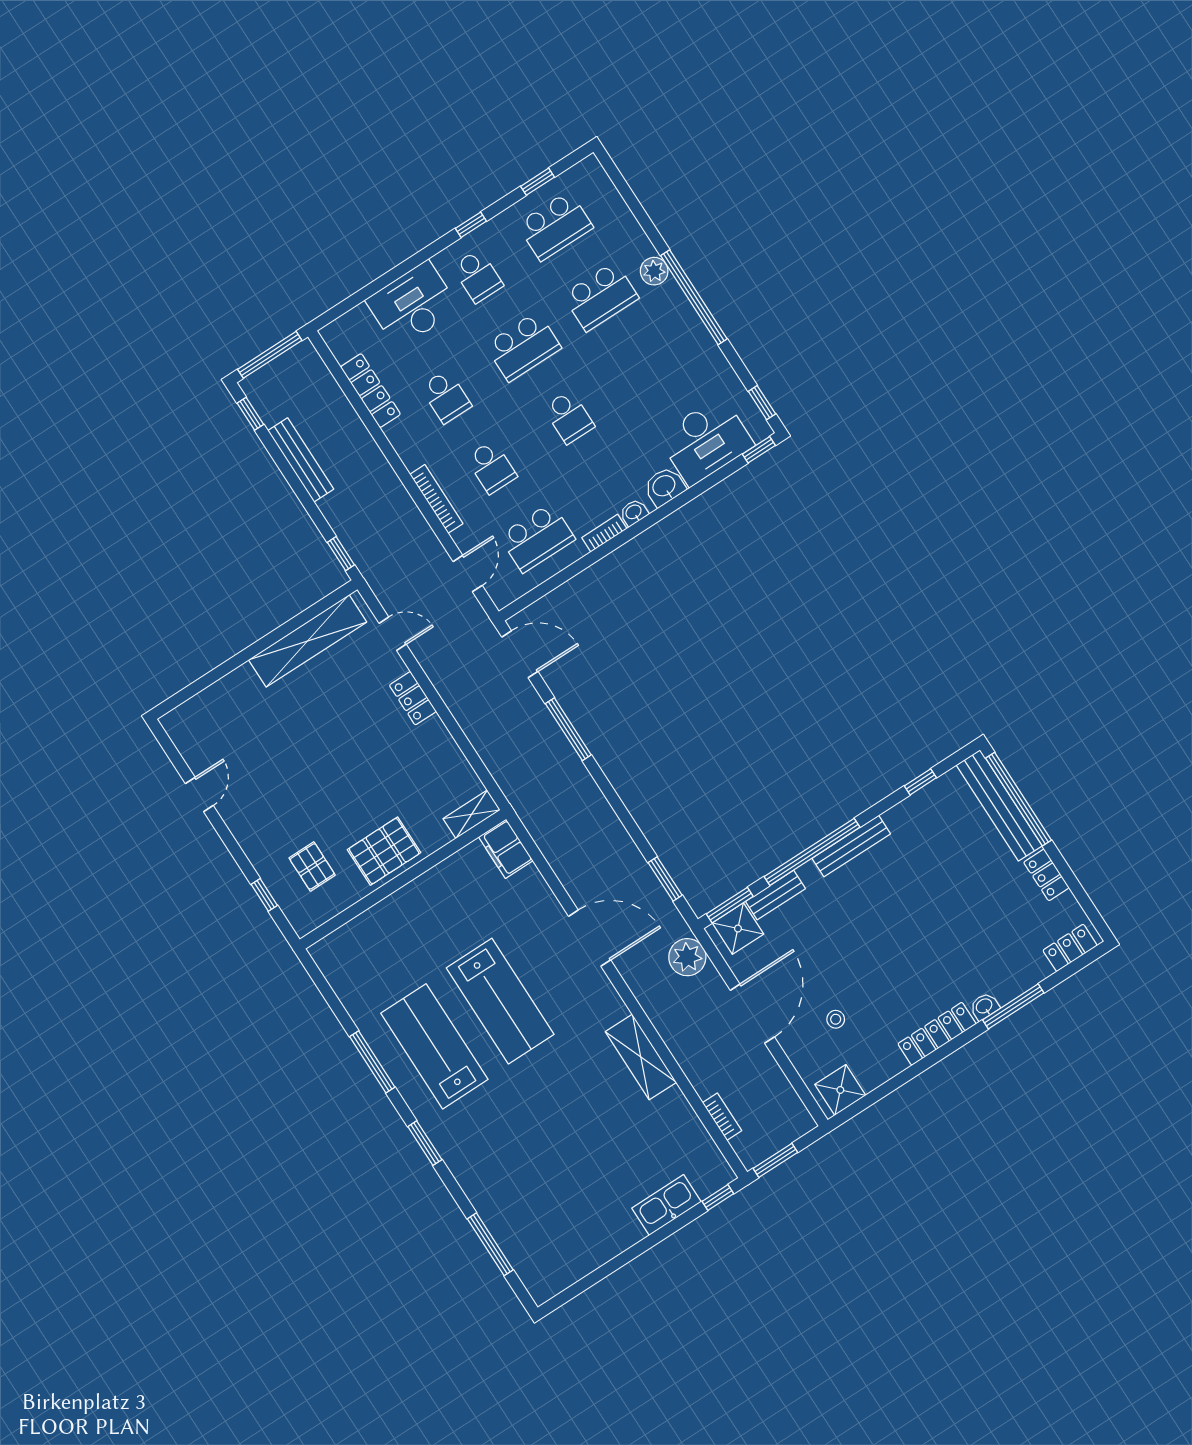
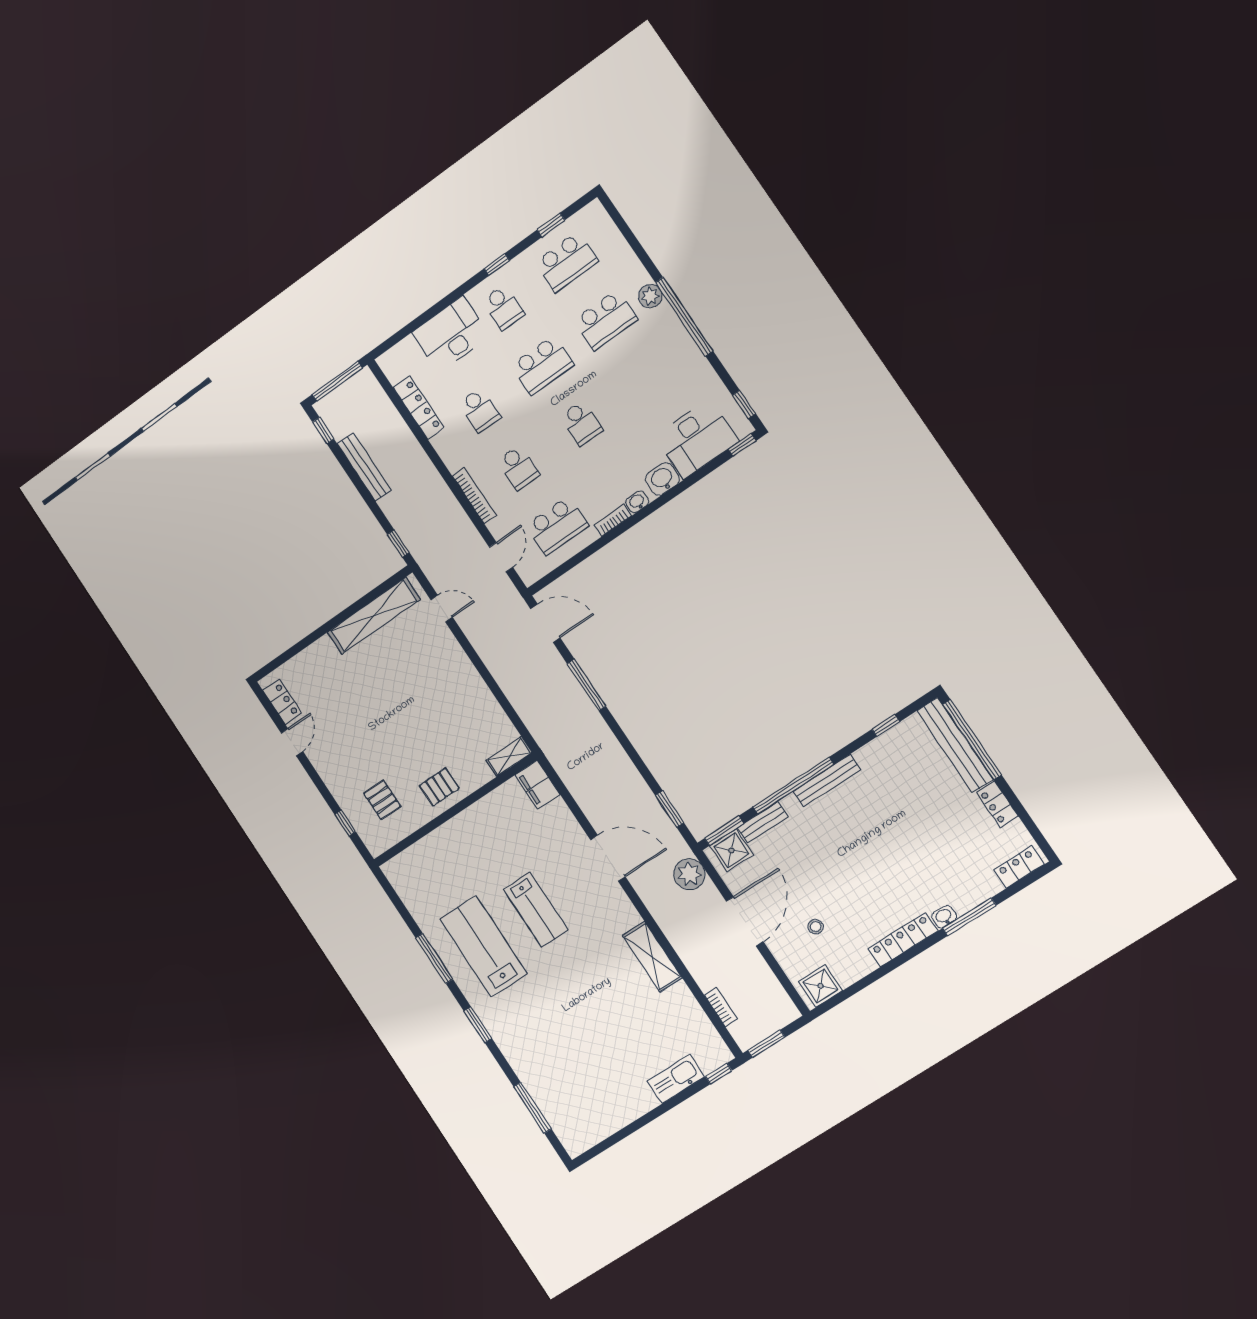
locker: (413, 698) -> (282, 702), moved, turned 180
pallet: (384, 851) -> (439, 787), width x0.67, depth x0.71
lab bench: (500, 1001) -> (536, 910), width x0.73, depth x0.72

